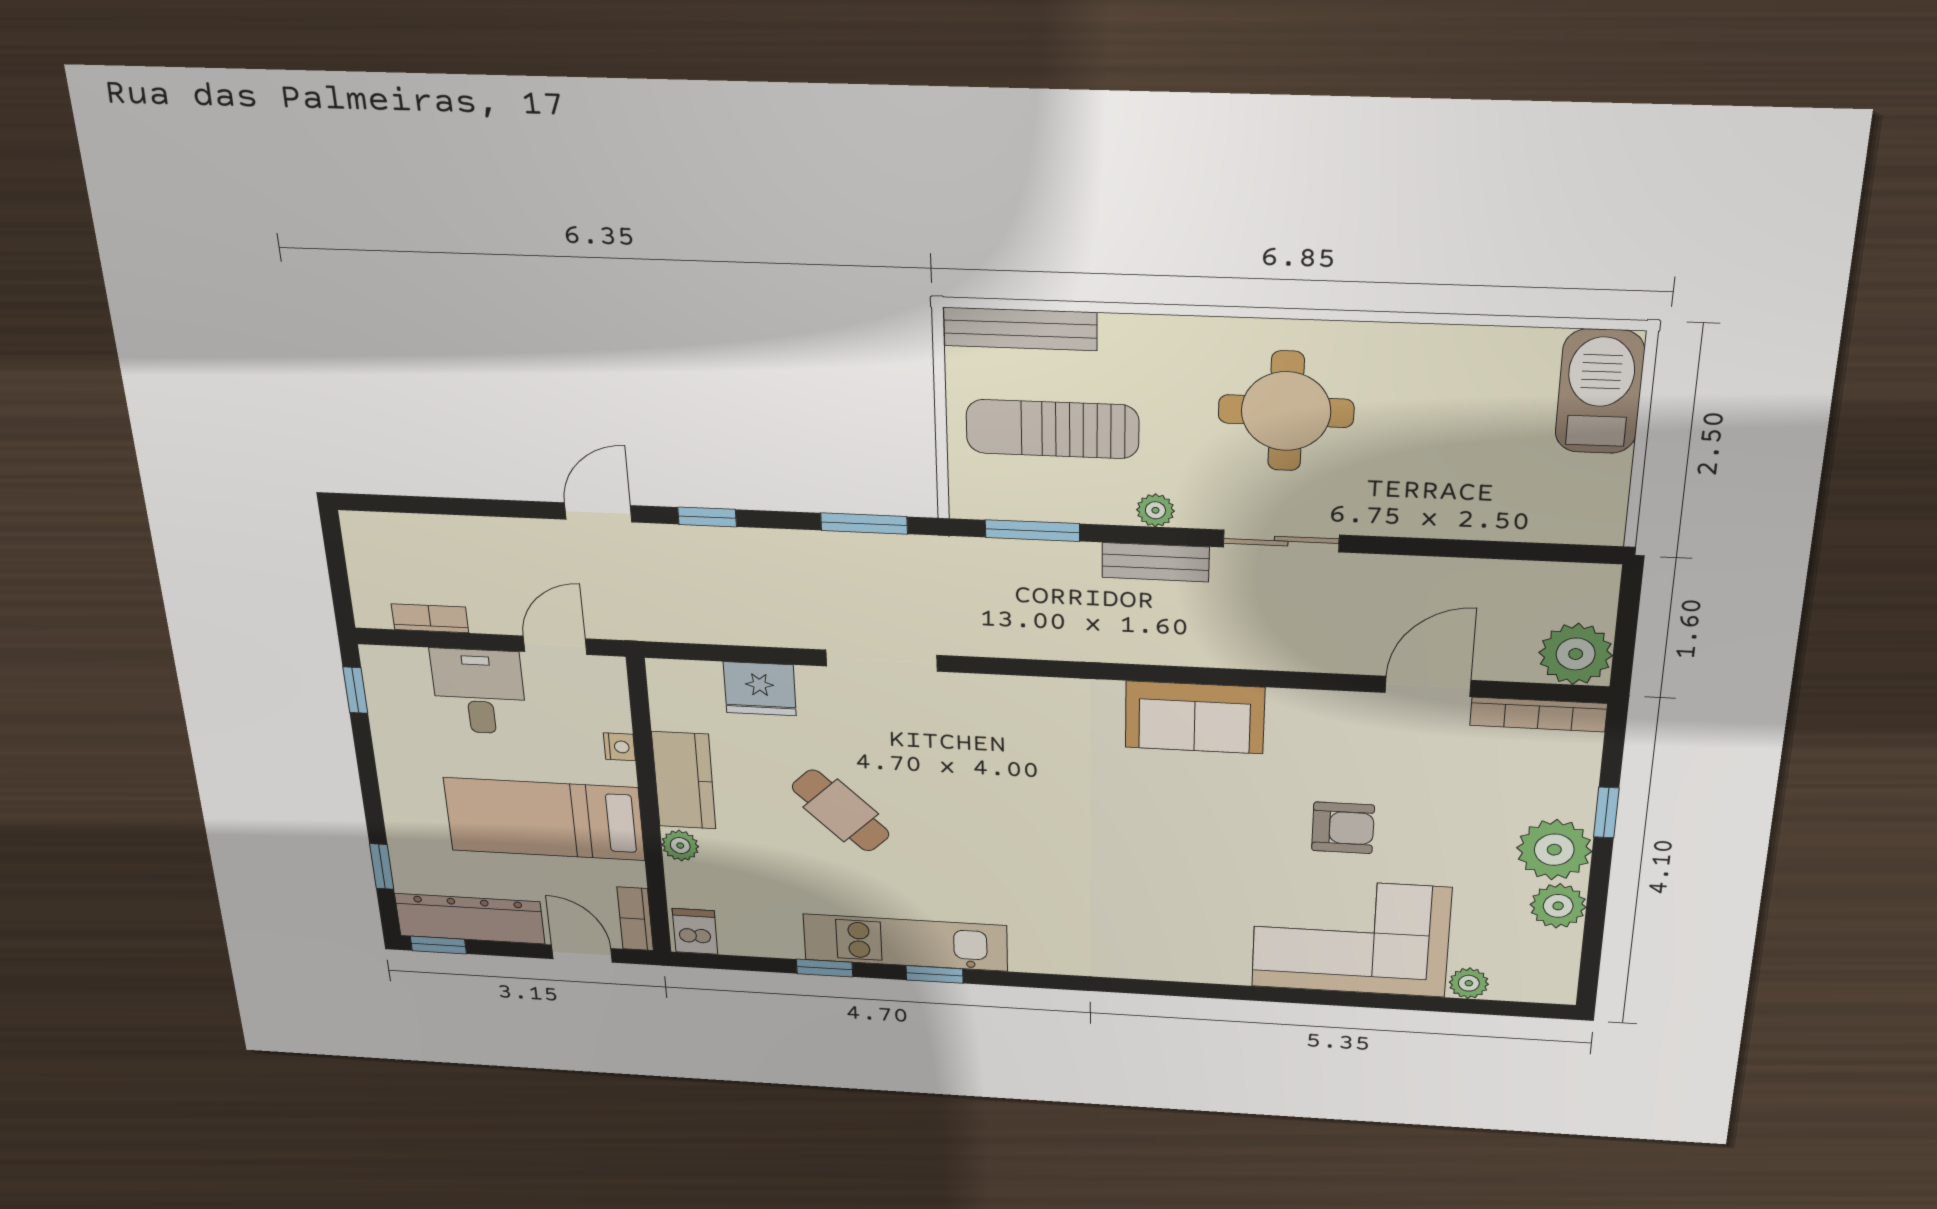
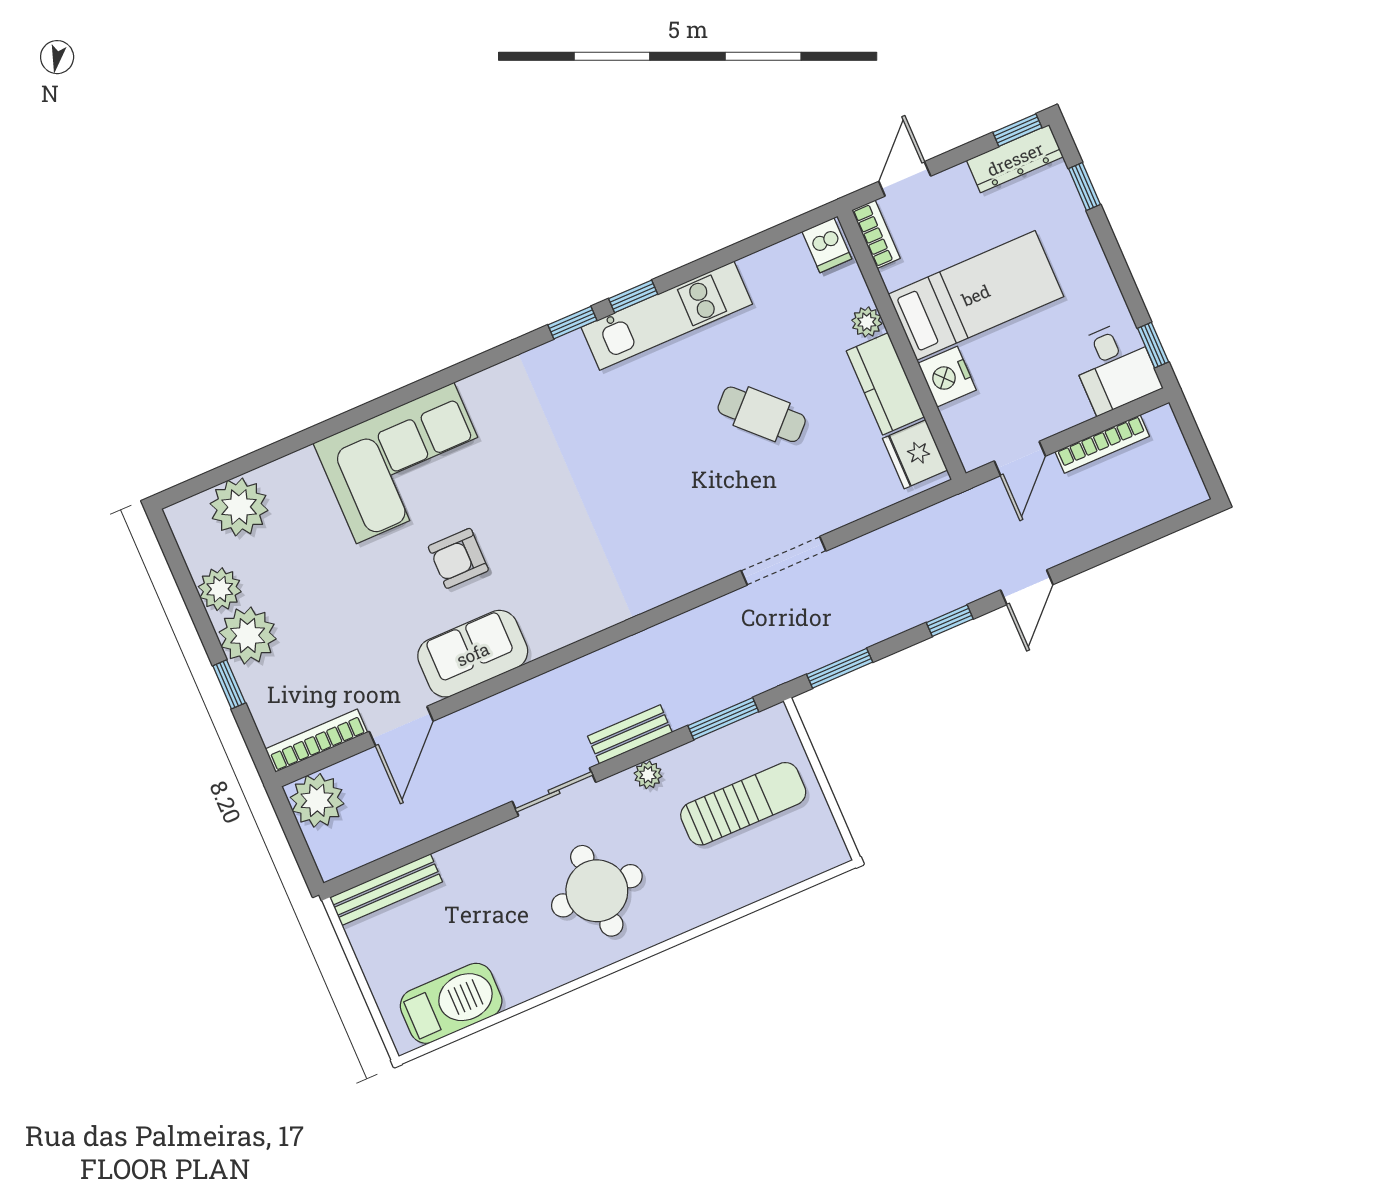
bench: (1020, 329) -> (386, 890), moved
barbecue: (1600, 392) -> (451, 1003), moved, turned -90
bookcase: (430, 618) -> (1102, 444), width x1.56
fridge: (760, 689) -> (915, 454), moved, turned -90
desk: (479, 691) -> (1115, 367), moved
sofa: (1195, 717) -> (473, 654), moved
nightstand: (619, 747) -> (947, 377), width x1.89, depth x1.79
armchair: (1343, 828) -> (458, 558), moved
dresser: (470, 919) -> (1015, 159), width x0.73, depth x0.80
corner sofa: (1351, 937) -> (405, 463), moved
door: (582, 954) -> (905, 179), swing flipped
window: (825, 968) -> (572, 323), moved
plant: (1469, 983) -> (239, 507), width x1.88, depth x1.88

